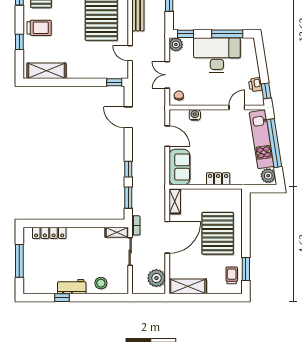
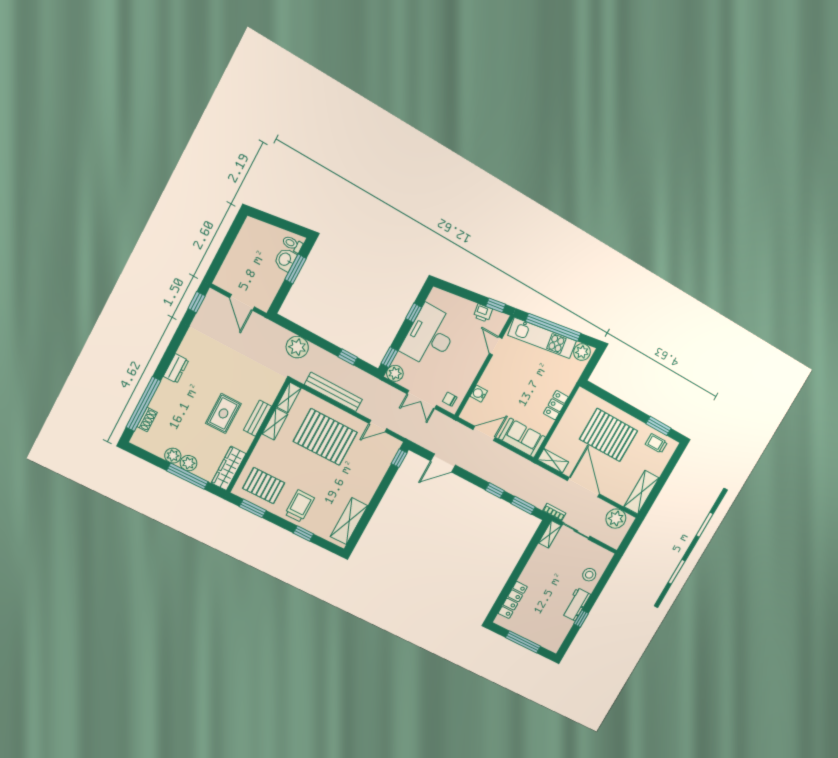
window: (227, 34) -> (414, 313), width x0.46

